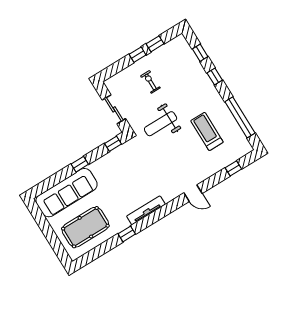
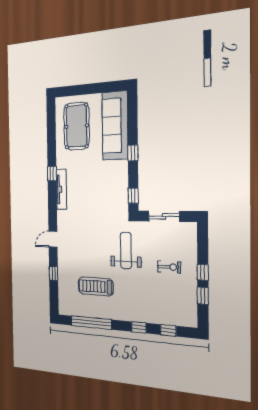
treadmill: (207, 131) -> (96, 286), turned 180
window: (233, 168) -> (54, 273), moved
window: (127, 234) -> (52, 174), moved

